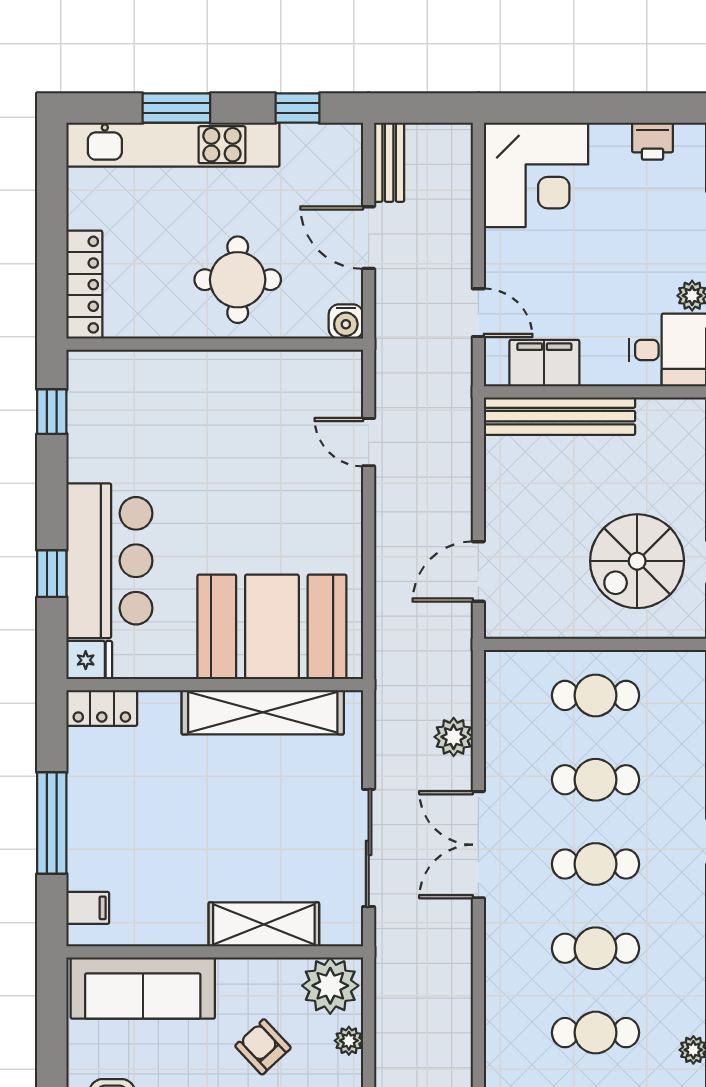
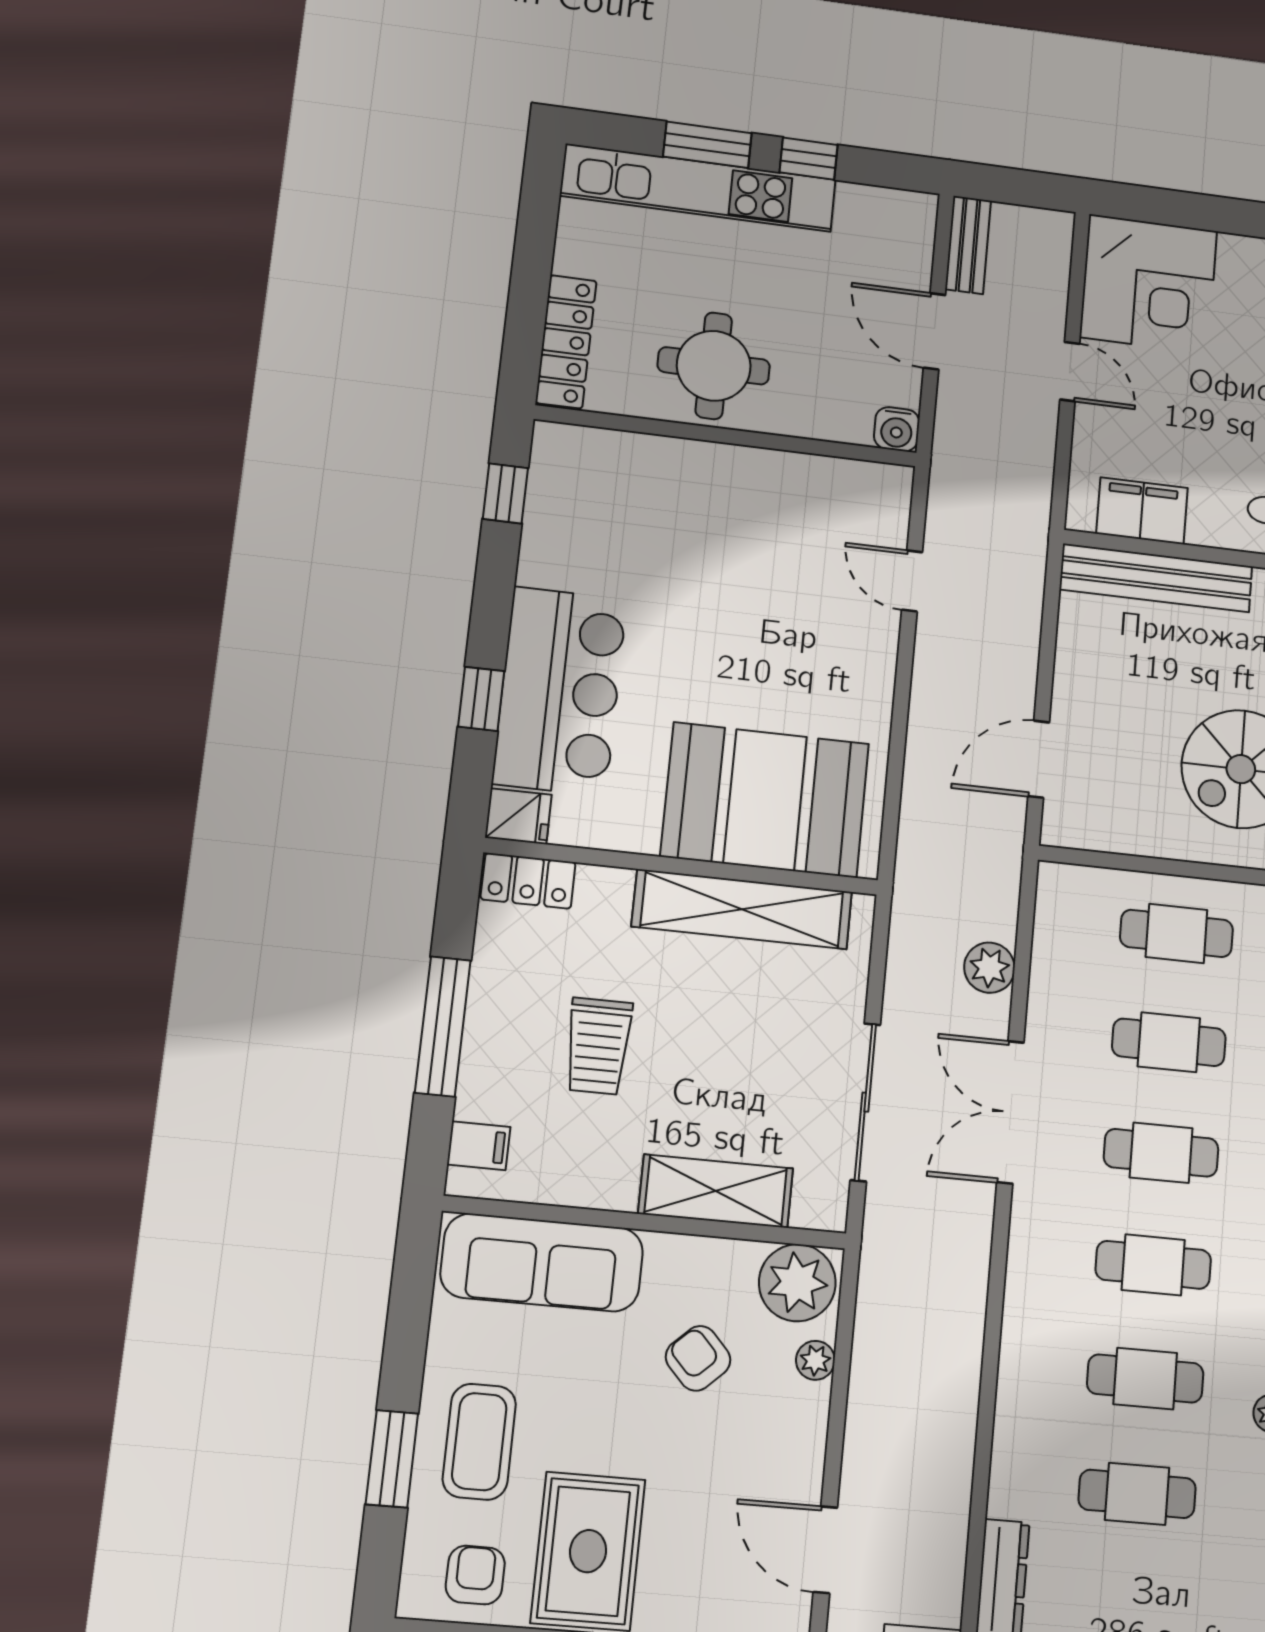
window: (298, 108) -> (809, 159), moved
round table: (238, 280) -> (714, 366), moved
door: (478, 313) -> (1070, 372), moved
trolley: (167, 826) -> (598, 1046), added

